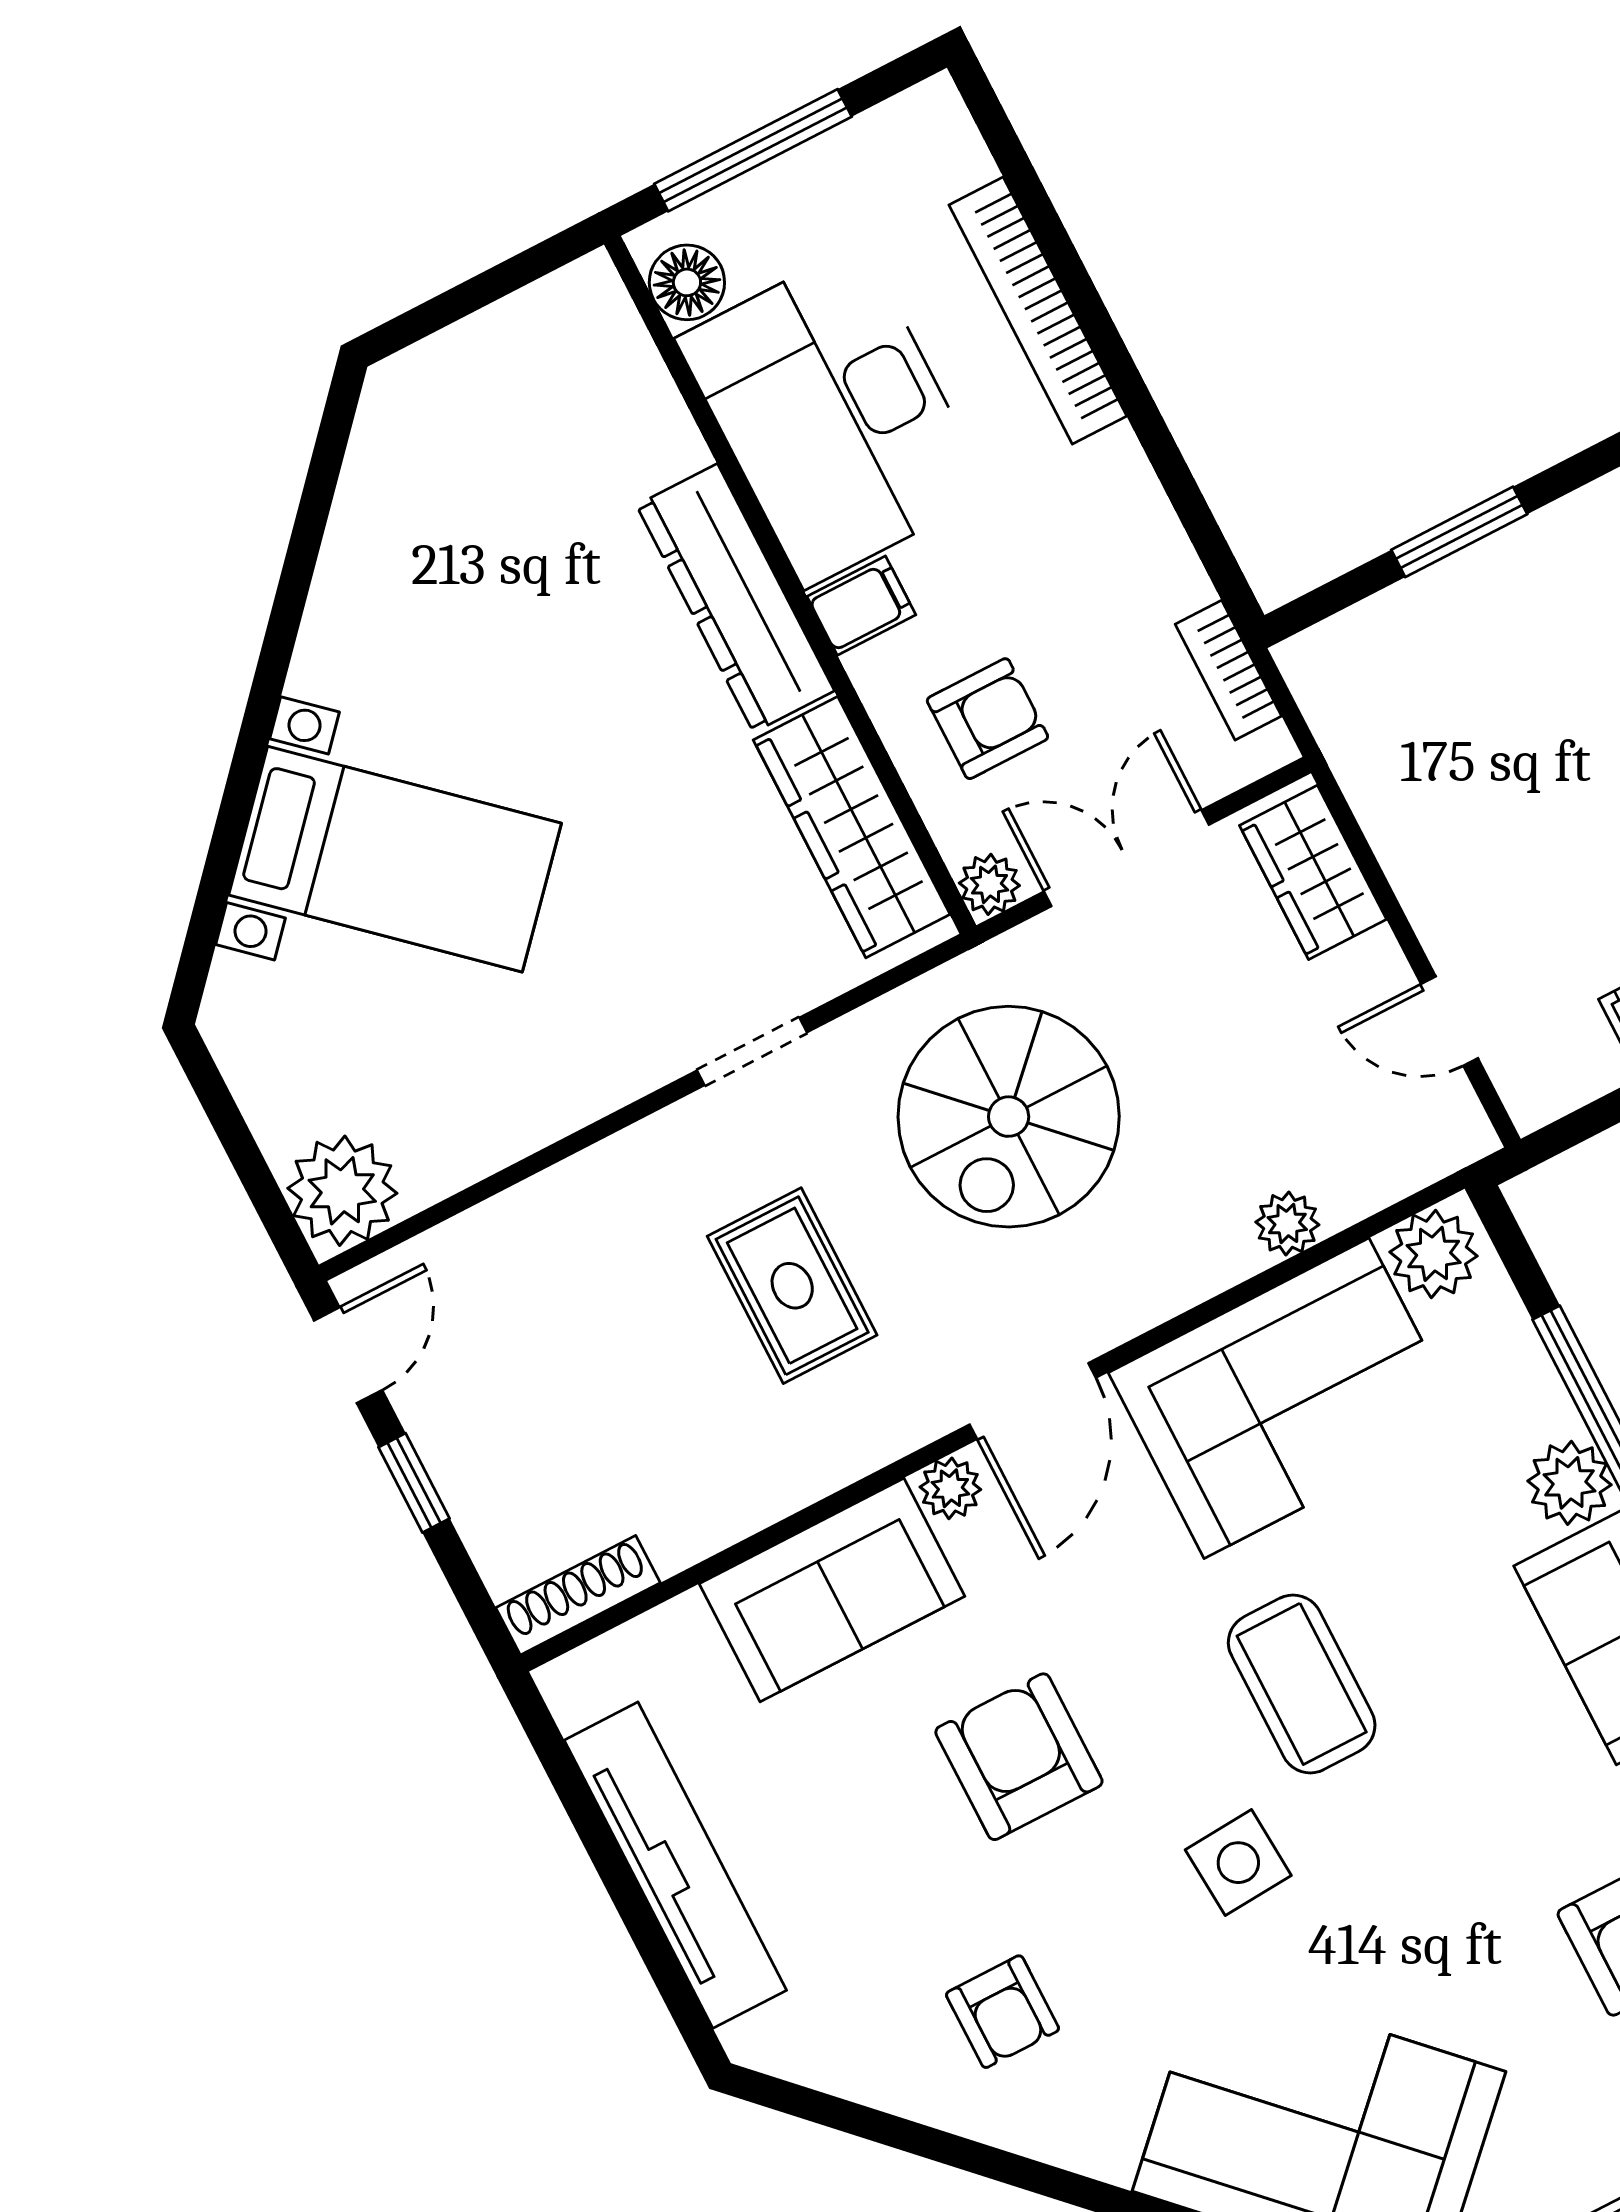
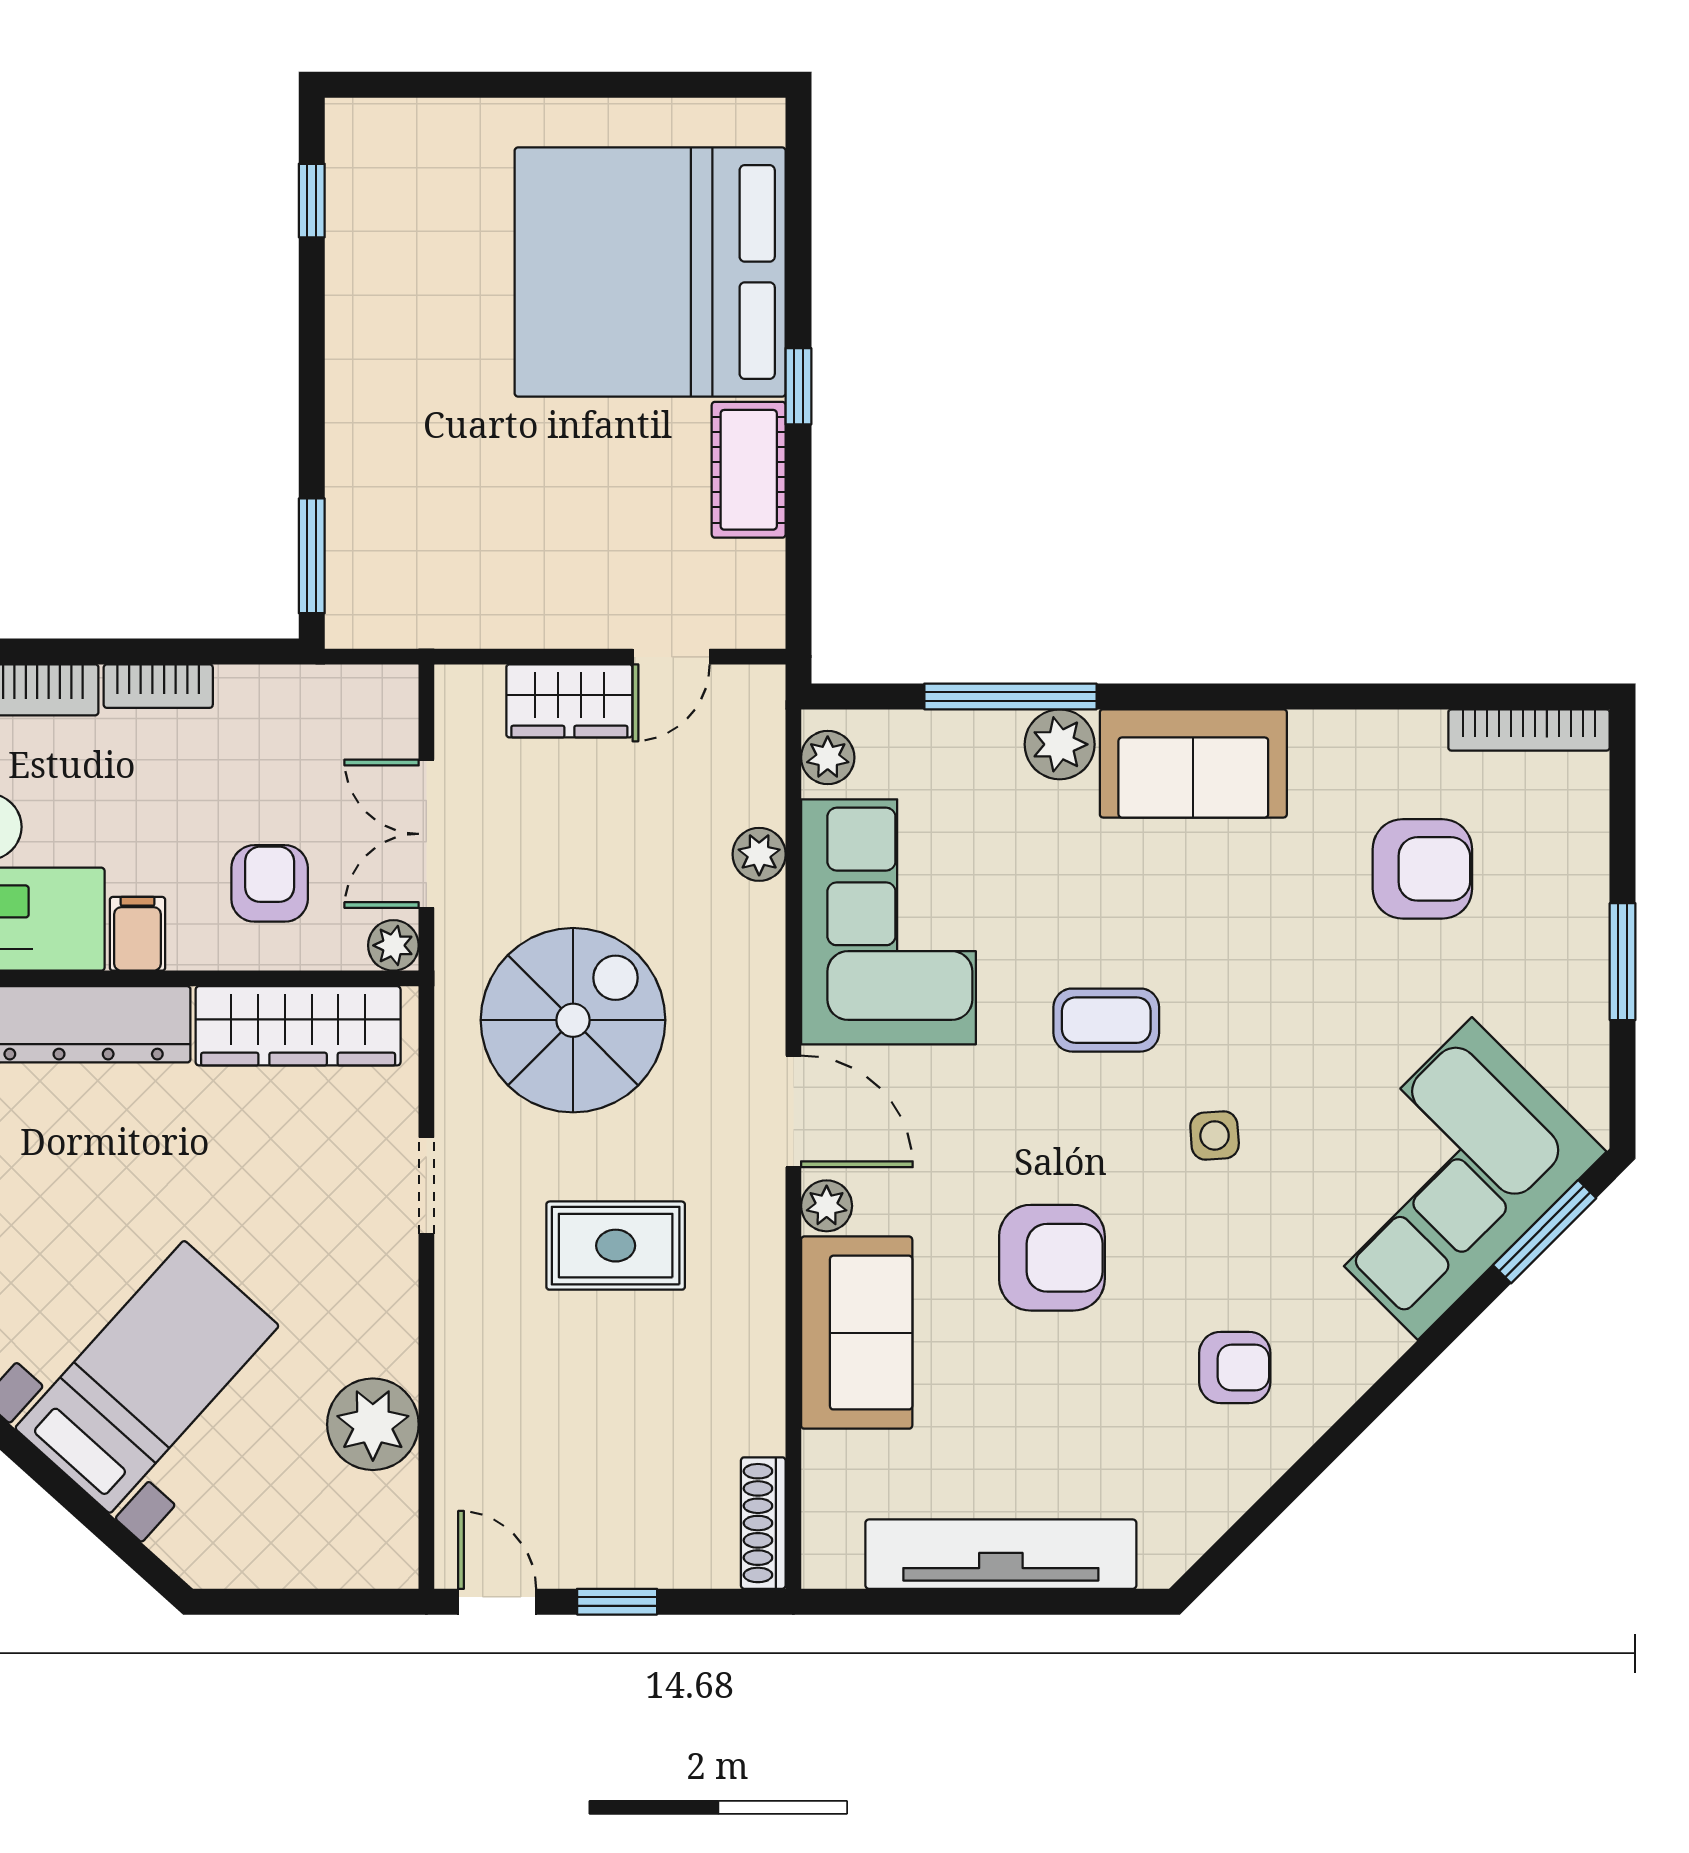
window: (1459, 532) -> (312, 556), moved
bookcase: (1228, 670) -> (158, 686), moved
wardrobe: (1313, 872) -> (569, 701), moved
spiral stairs: (1009, 1117) -> (573, 1020), turned -90
plant: (342, 1191) -> (373, 1424), moved
plant: (1434, 1254) -> (828, 758), width x0.73, depth x0.73
coffee table: (1302, 1684) -> (1106, 1020), width x0.73, depth x0.77
armchair: (1019, 1757) -> (1052, 1258), turned 180
side table: (1238, 1863) -> (1215, 1135), width x0.73, depth x0.73

